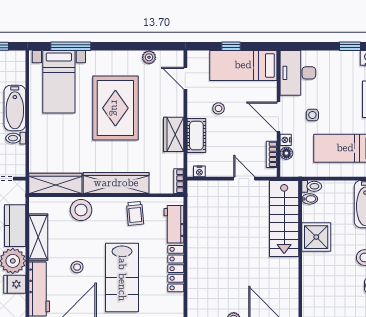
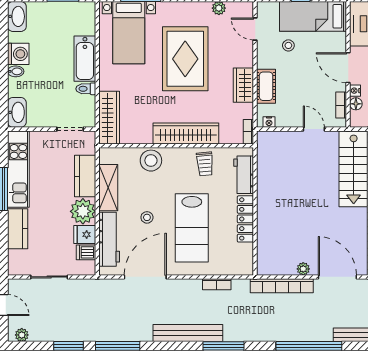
stool: (219, 108) -> (288, 45), moved
wardrobe: (55, 183) -> (109, 118), moved, turned 90
dishwasher: (16, 302) -> (86, 252), added

